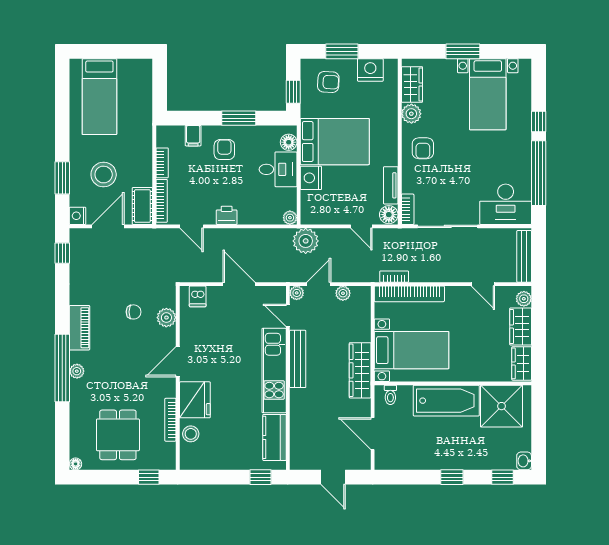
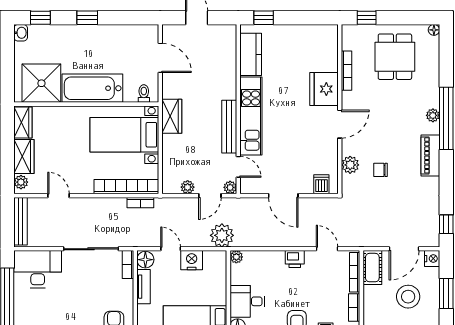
nightstand: (311, 178) -> (192, 260), moved, turned -90
wardrobe: (360, 370) -> (172, 116), width x0.67
stool: (191, 434) -> (328, 58), removed

